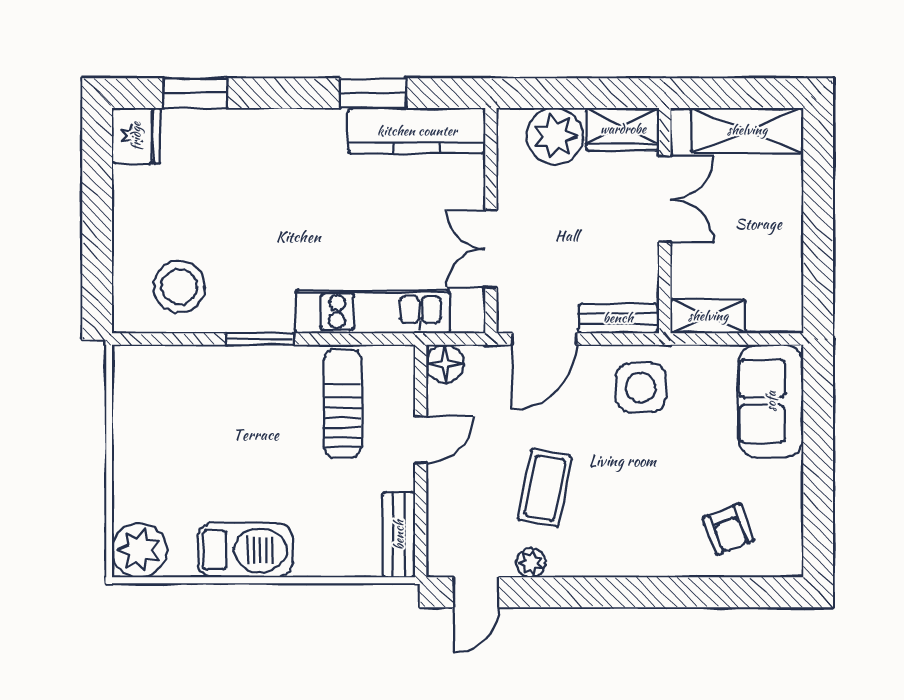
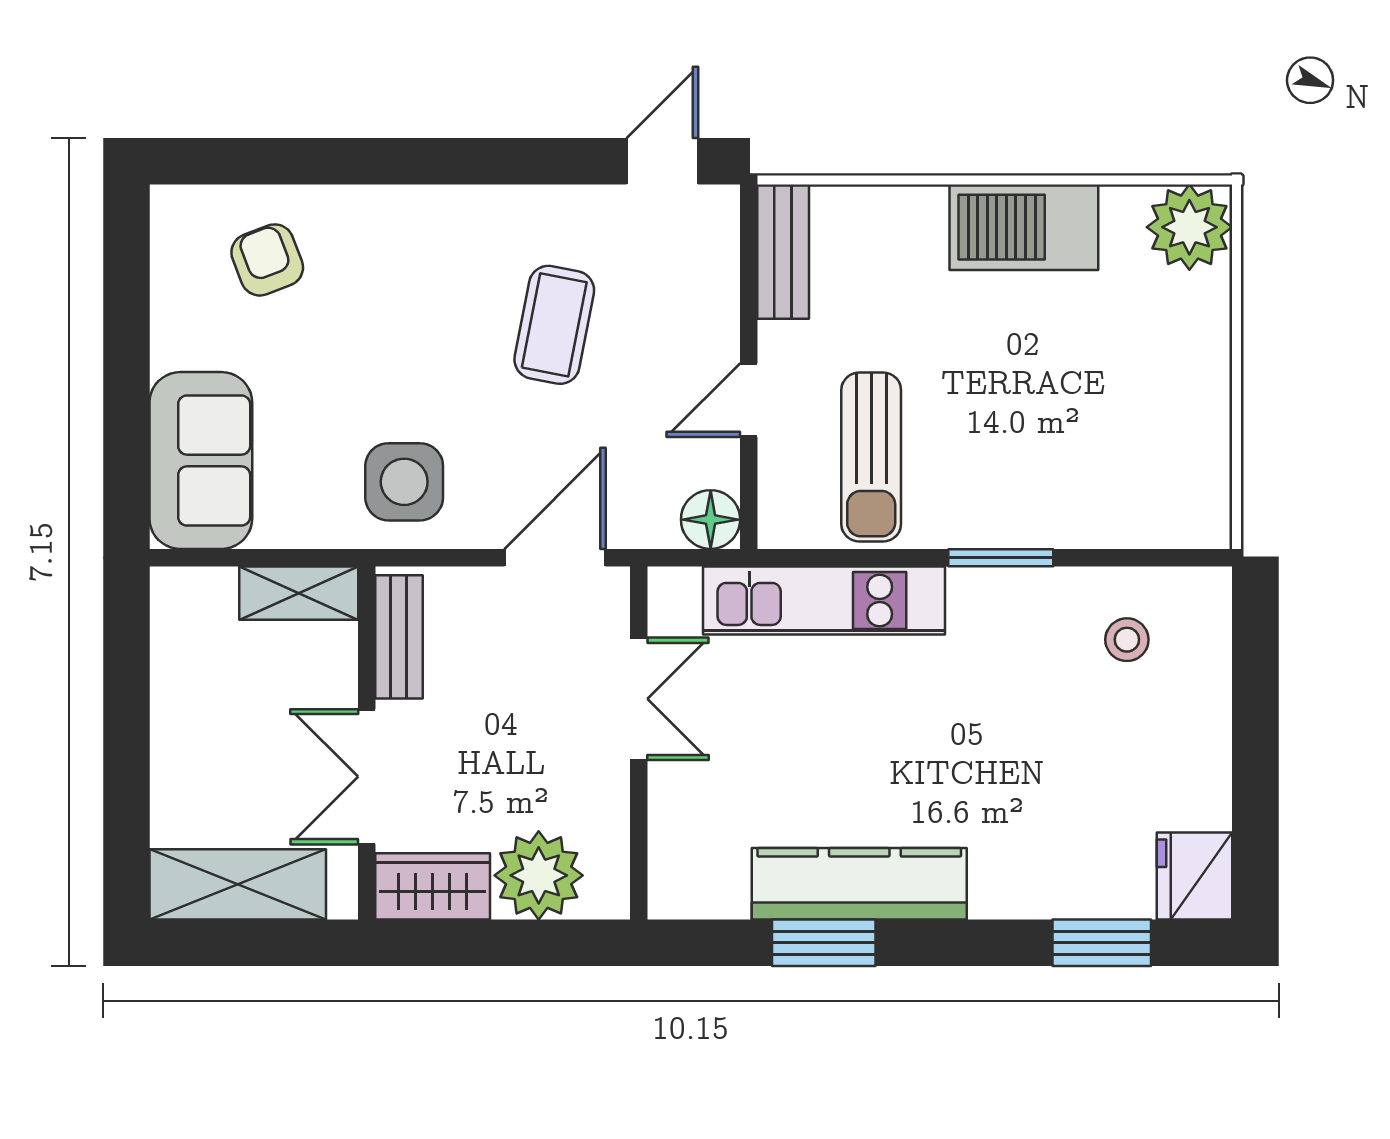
kitchen counter: (417, 131) -> (859, 884), moved
stool: (179, 287) -> (1127, 640), width x0.53, depth x0.53
bench: (618, 318) -> (399, 637), moved, turned 90
plant: (531, 563) -> (576, 207), removed

